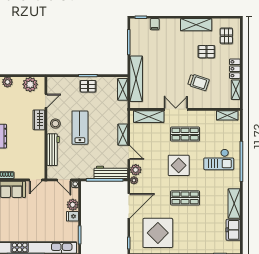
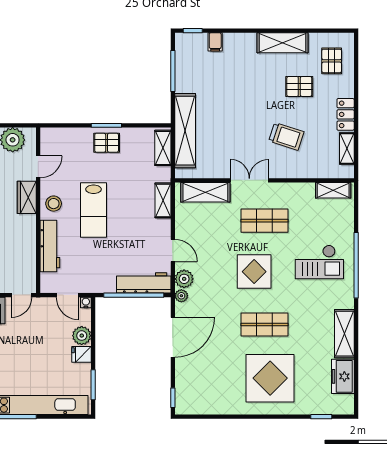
lab bench: (80, 128) -> (94, 210), turned 180
shelving: (123, 135) -> (163, 200), moved
display table: (158, 233) -> (270, 378), moved

